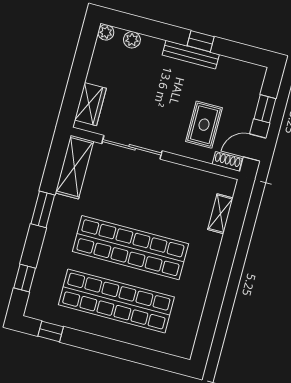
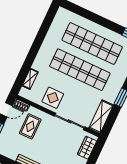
display table: (171, 186) -> (53, 98), added

